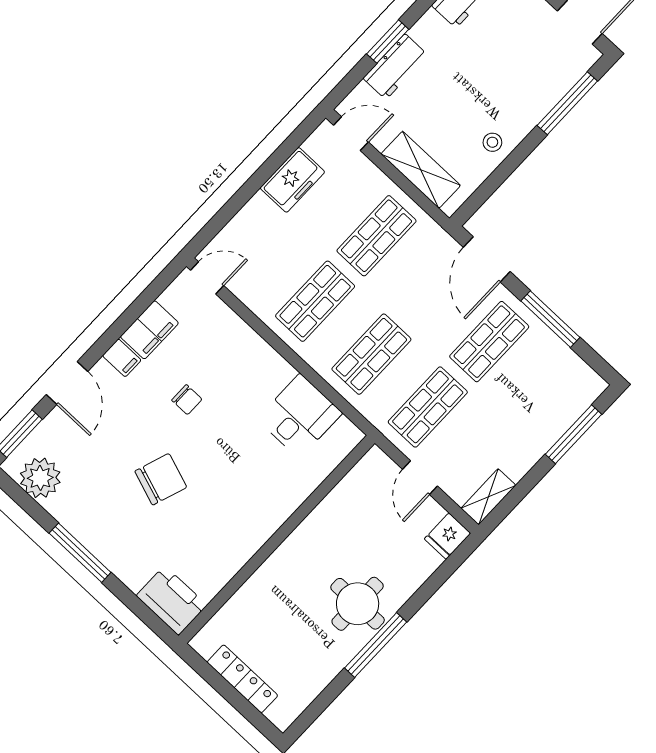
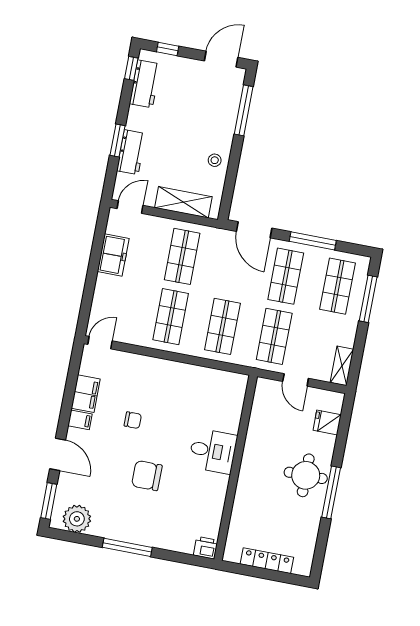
shop shelf: (546, 395) -> (337, 286), added
desk: (300, 416) -> (213, 451), moved, turned 90
chair: (161, 479) -> (147, 476), turned -109
fridge: (448, 536) -> (327, 422), moved, turned 90
printer: (172, 600) -> (206, 548), width x0.53, depth x0.68

